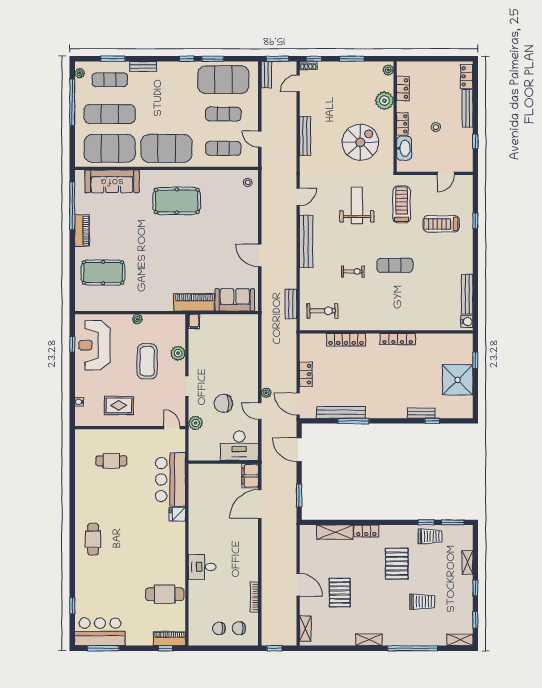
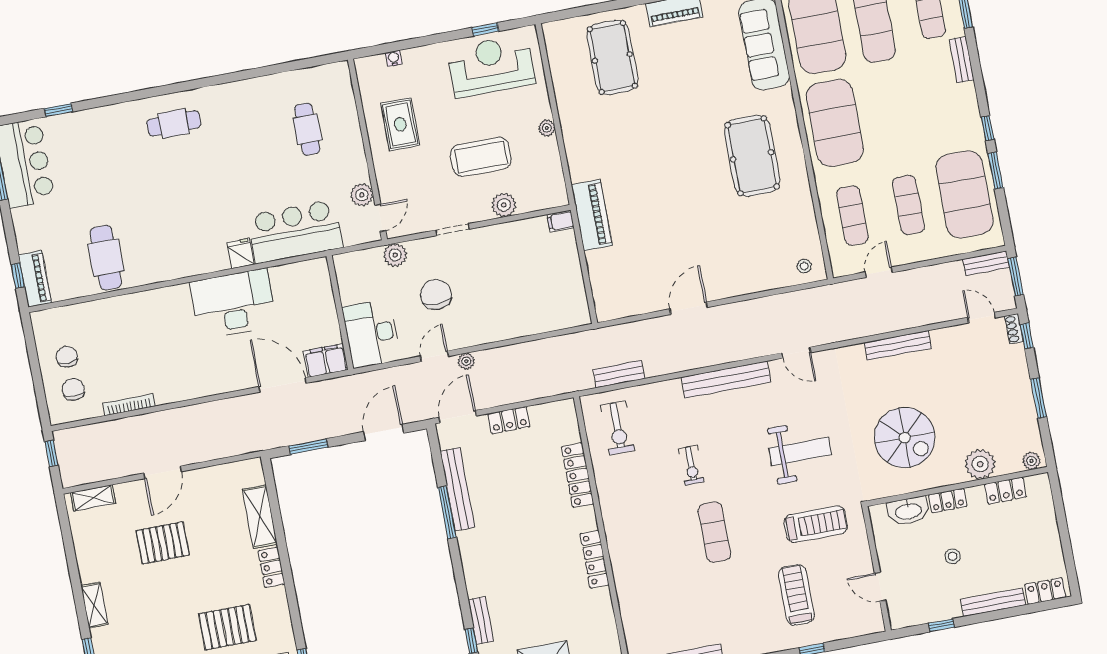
sofa: (235, 300) -> (609, 281), removed
plant: (156, 436) -> (362, 195), added
desk: (202, 567) -> (233, 304), moved, width x1.87, depth x1.30

